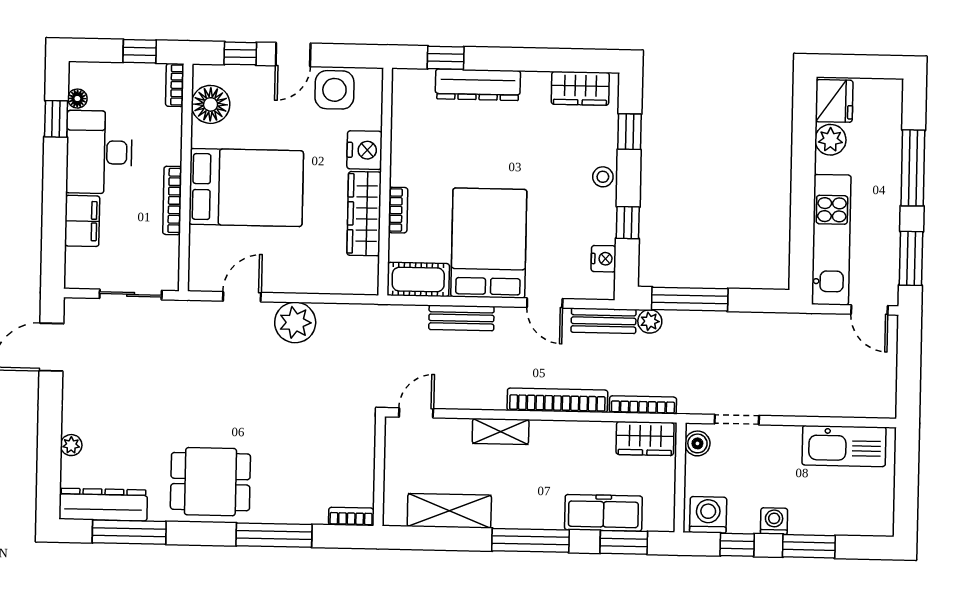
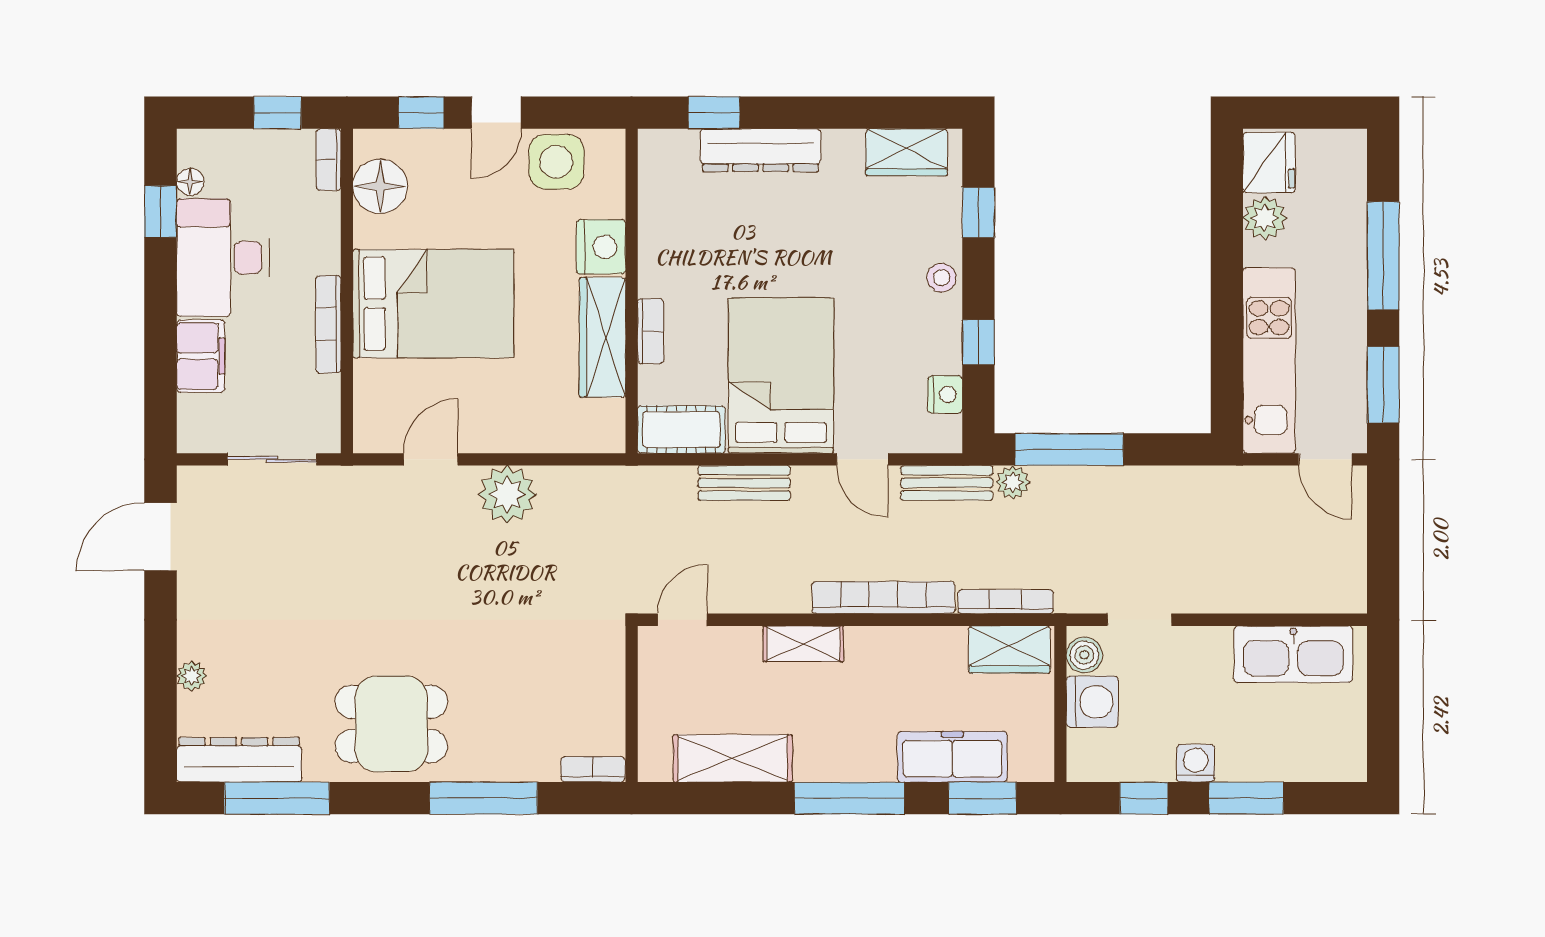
washing machine: (708, 515) -> (1092, 702), moved, turned 90

